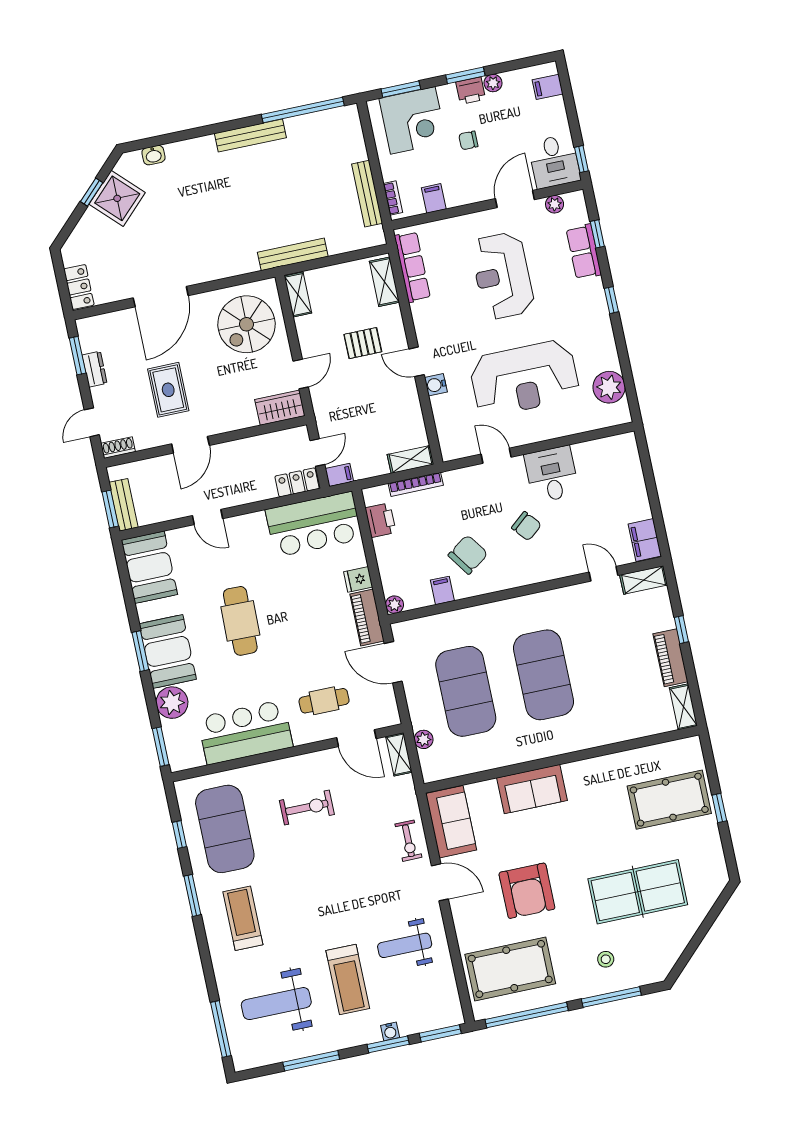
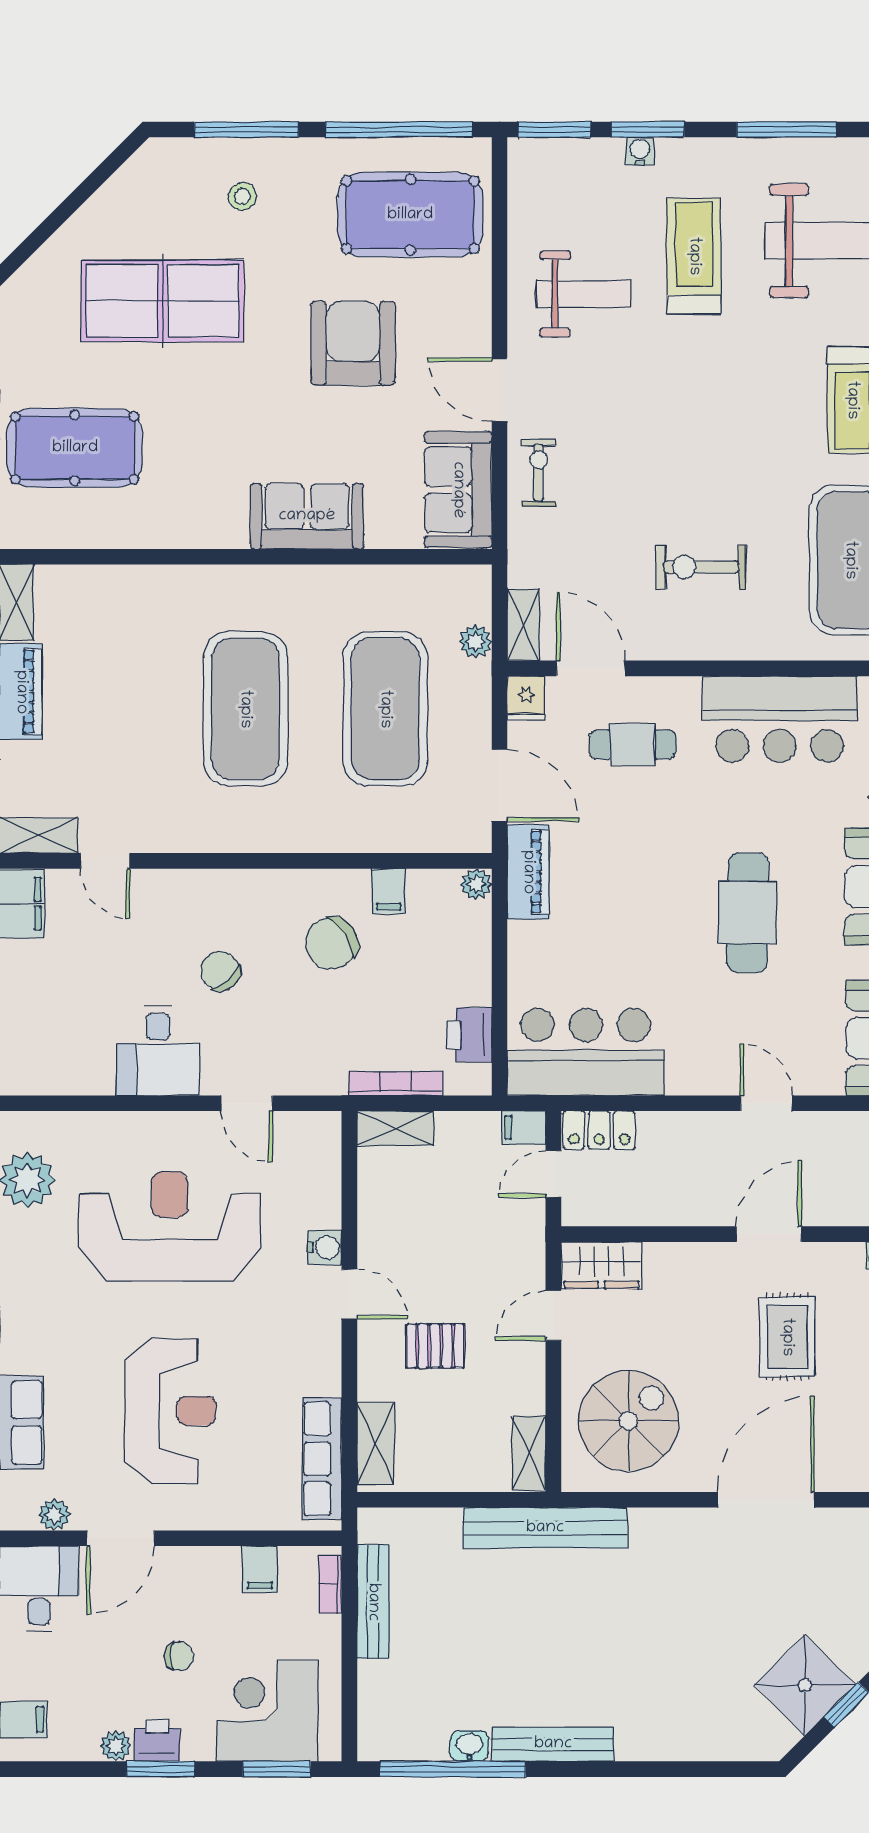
washbasin: (153, 155) -> (469, 1746), moved
bench: (293, 254) -> (545, 1528), width x1.37, depth x1.21
fridge: (358, 579) -> (526, 698), moved, turned 90

